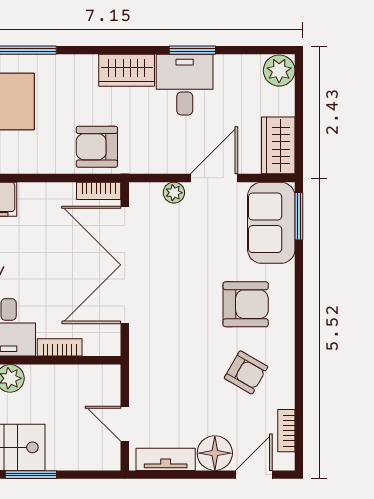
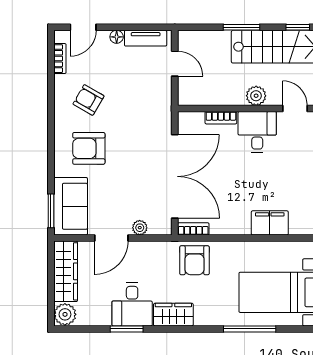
wardrobe: (278, 145) -> (66, 271), width x1.50
armchair: (97, 147) -> (194, 260), turned 90
floor lamp: (215, 453) -> (117, 37), width x0.53, depth x0.53

